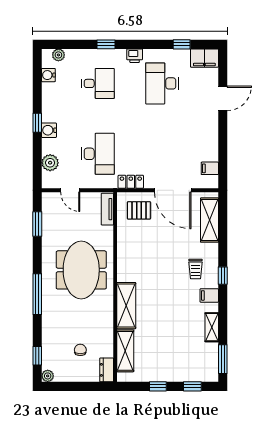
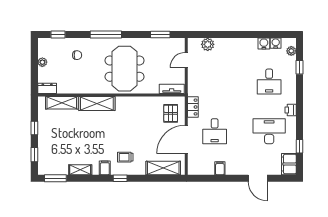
window: (106, 44) -> (299, 67), moved
window: (37, 123) -> (239, 34), removed
water cooler: (49, 130) -> (264, 44), moved
desk: (98, 154) -> (215, 131), moved, width x0.73
filing cabinet: (210, 168) -> (220, 168), moved
meeting table: (81, 270) -> (125, 69), turned 90
chair: (80, 350) -> (77, 55), moved
plant: (48, 376) -> (42, 62), moved

